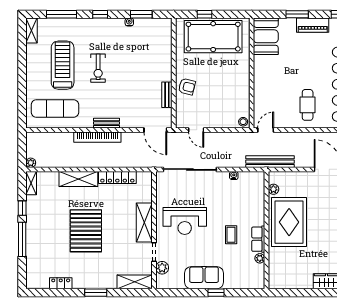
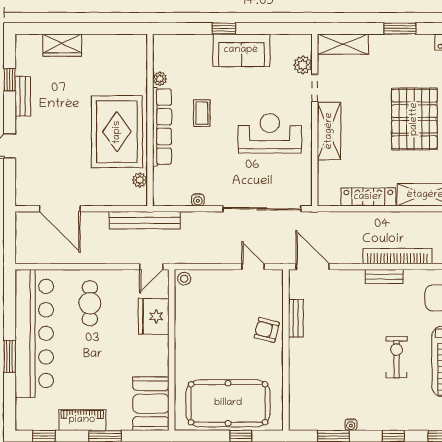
fridge: (264, 96) -> (154, 316), added
row of seats: (258, 239) -> (162, 127), width x2.02

